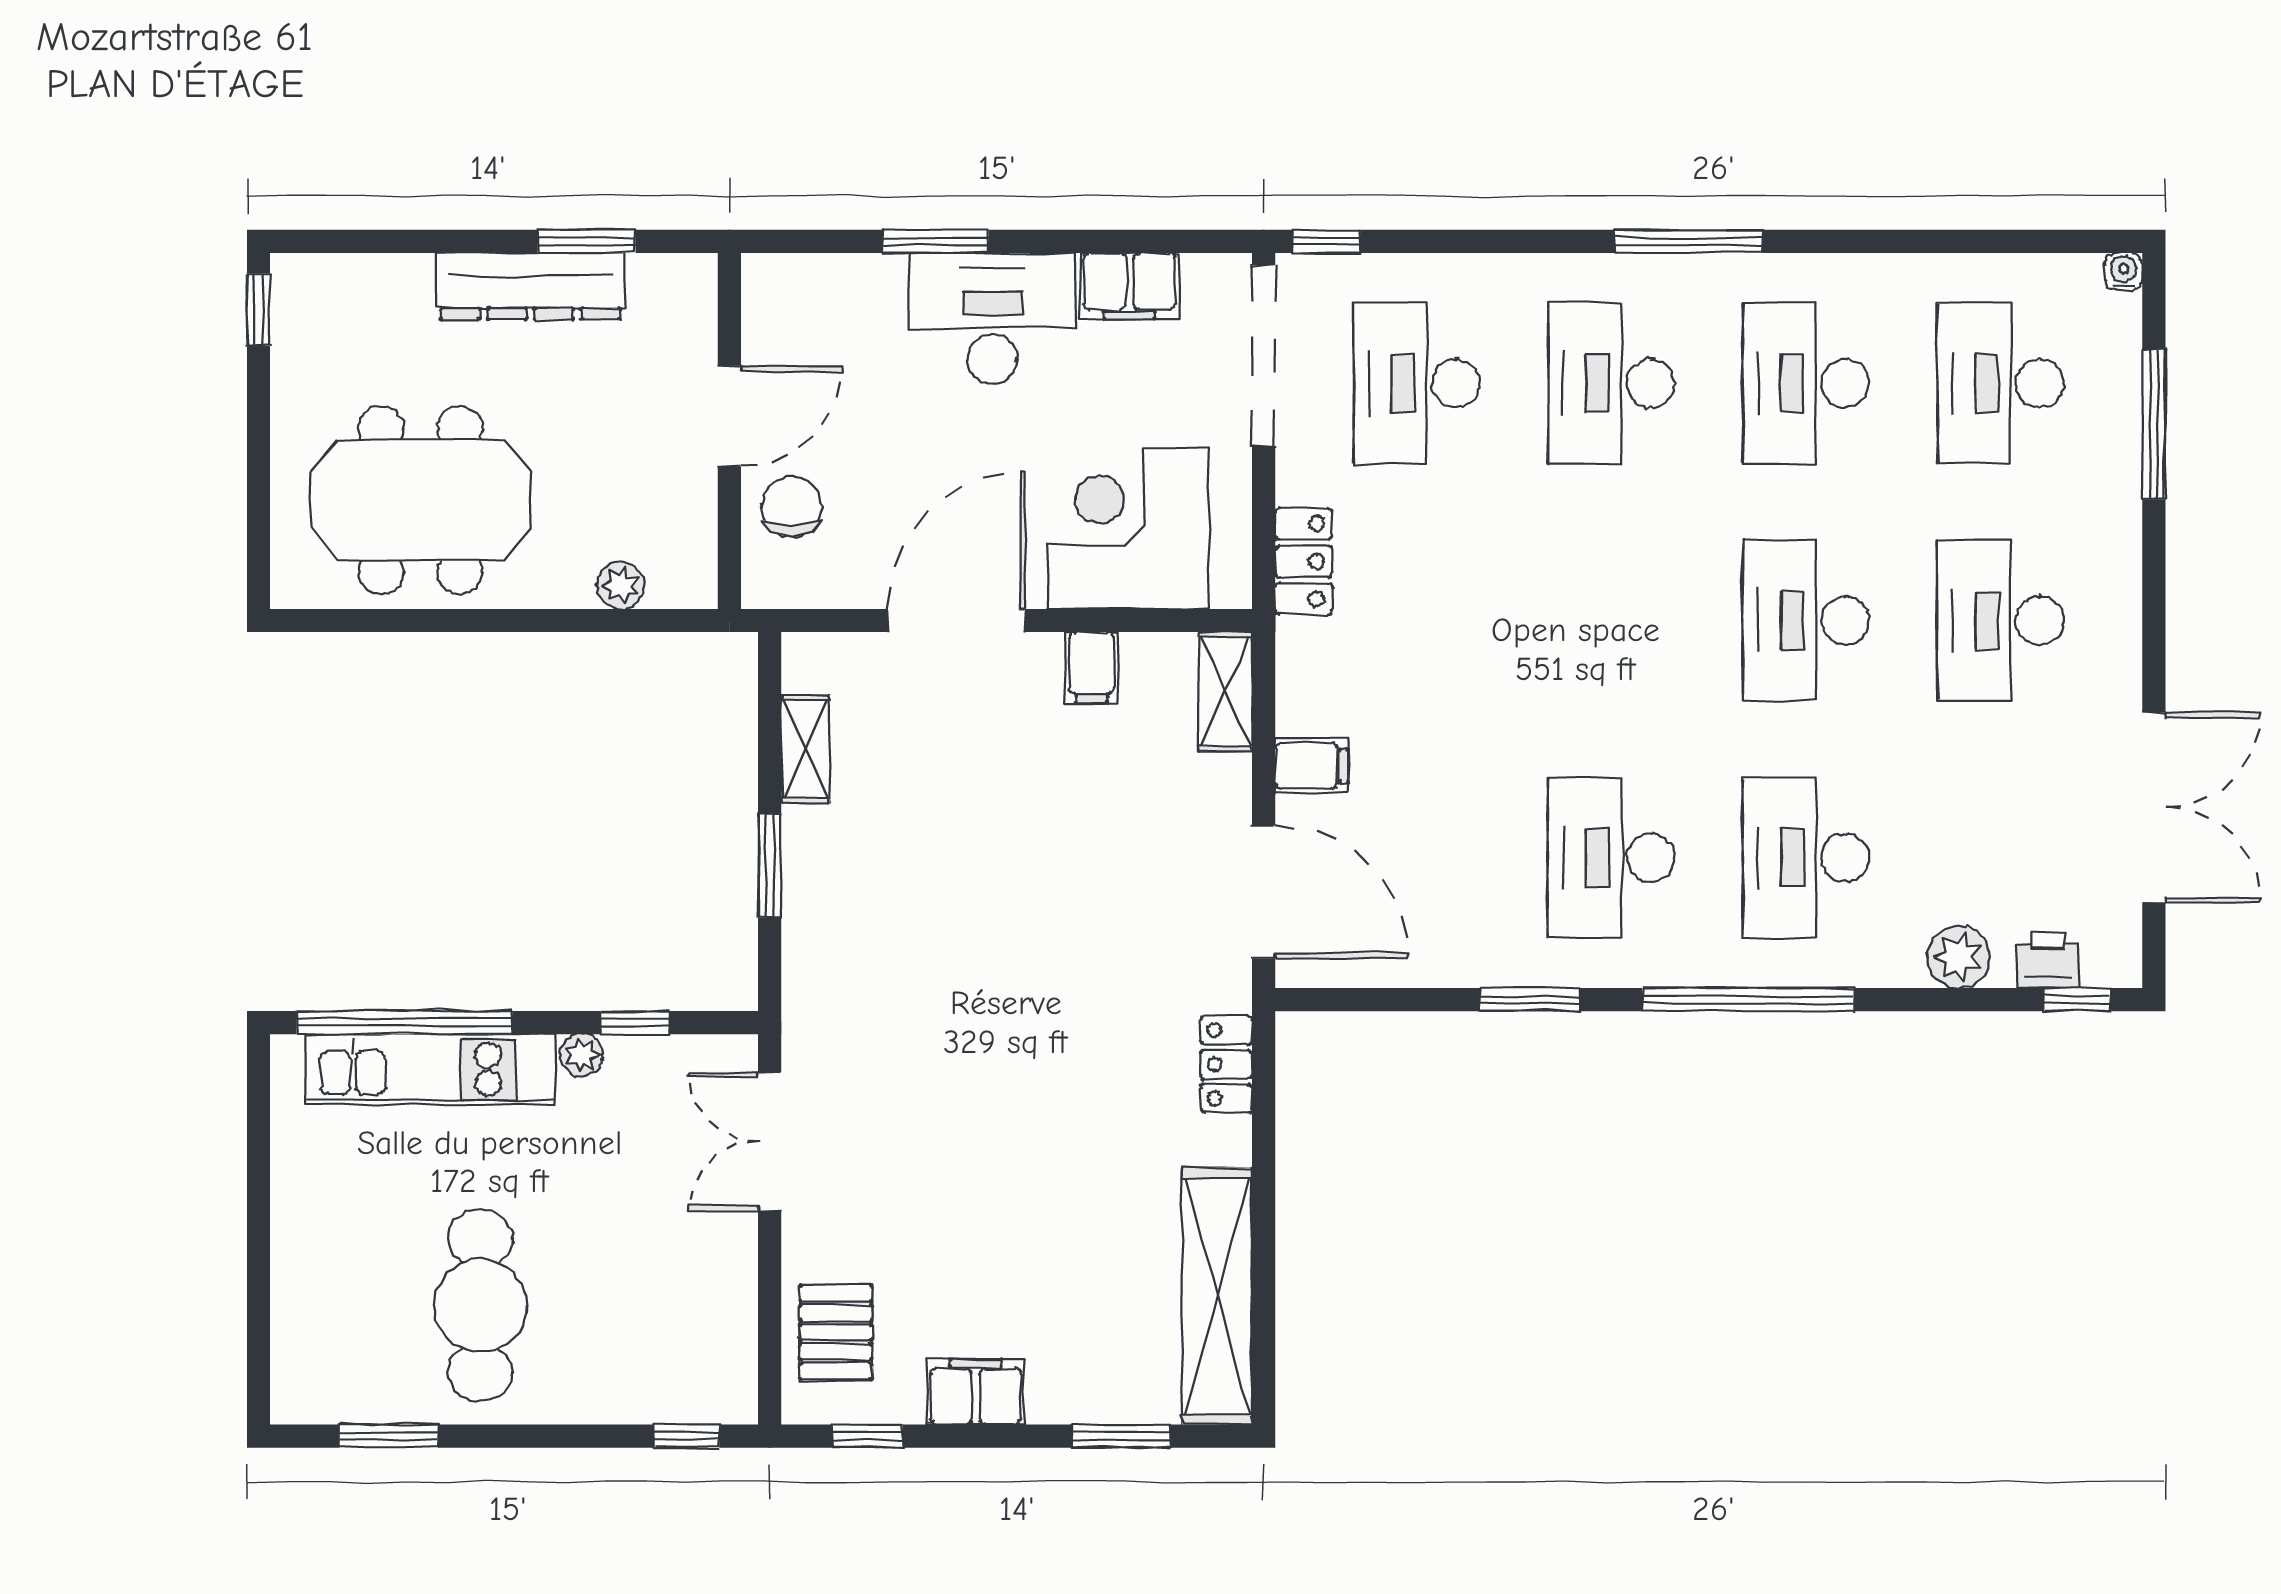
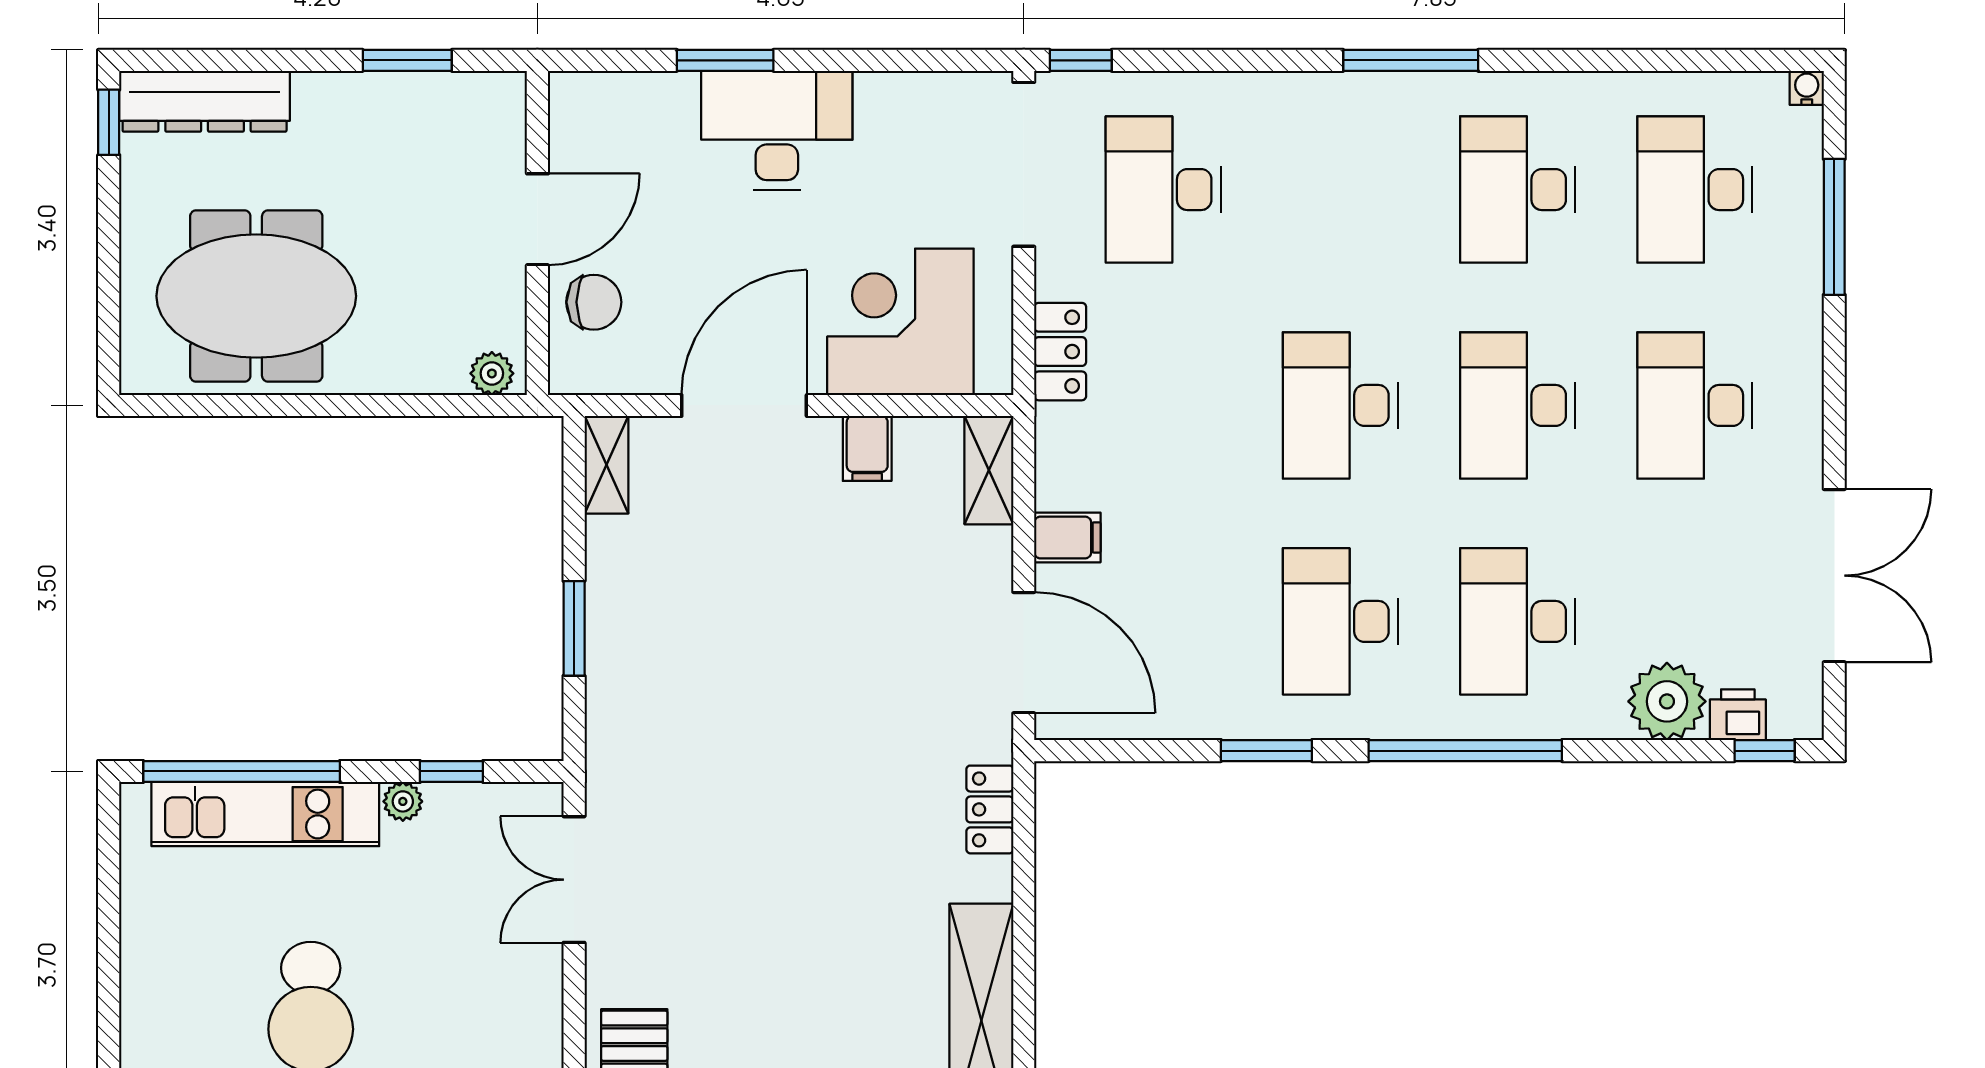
dresser: (530, 286) -> (205, 101), moved
filing cabinet: (1130, 286) -> (902, 101), removed
desk: (1611, 383) -> (1340, 405), moved
chair: (791, 507) -> (594, 302), turned 90
plant: (621, 585) -> (492, 373), moved
shelving: (805, 749) -> (606, 465), moved
plant: (1959, 957) -> (1667, 701), width x1.36, depth x1.36

